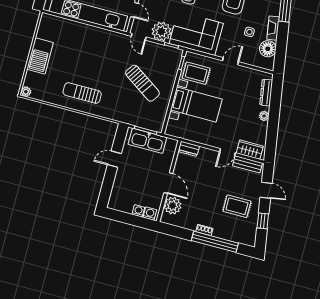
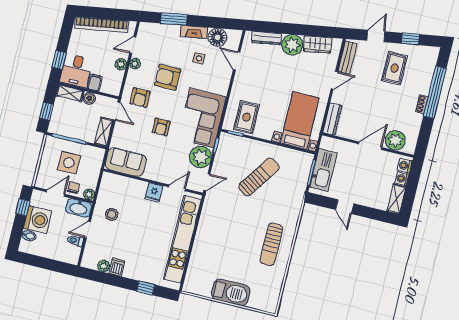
door: (230, 61) -> (237, 61), moved
plant: (26, 92) -> (271, 307), removed
bed with nightstands: (196, 104) -> (300, 121), moved
plant: (264, 116) -> (292, 45), width x1.88, depth x1.88
dresser: (189, 149) -> (332, 119), width x1.44
wardrobe: (250, 150) -> (317, 44), moved, turned -99
door: (227, 152) -> (334, 80), hinge flipped
shelving: (120, 205) -> (396, 199), added

